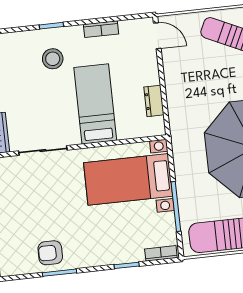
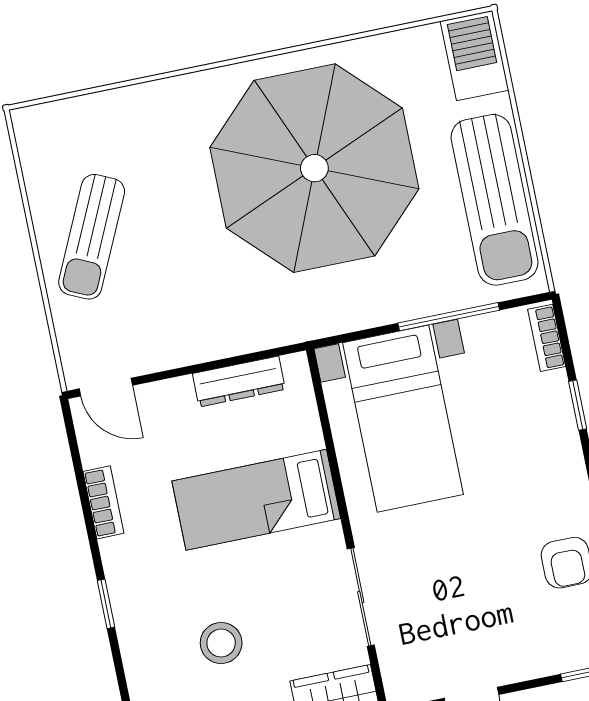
door: (157, 36) -> (106, 387), swing flipped
stool: (53, 59) -> (221, 643), moved
dresser: (154, 101) -> (239, 381), width x1.44

